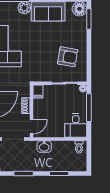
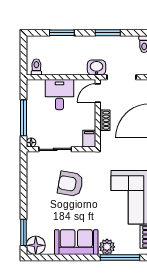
armchair: (68, 57) -> (70, 184), moved
desk: (76, 126) -> (59, 95), moved
washbasin: (44, 147) -> (97, 67), moved

